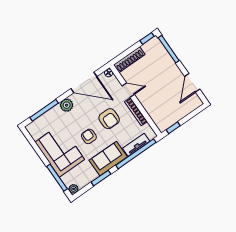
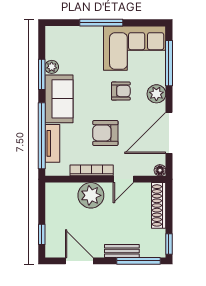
bench: (170, 62) -> (122, 251), added
plant: (150, 102) -> (91, 195), added
window: (173, 128) -> (42, 234), moved
armchair: (89, 136) -> (121, 91), moved
corner sofa: (60, 151) -> (135, 48), moved
window: (57, 178) -> (101, 23), moved
plant: (74, 189) -> (52, 67), moved

